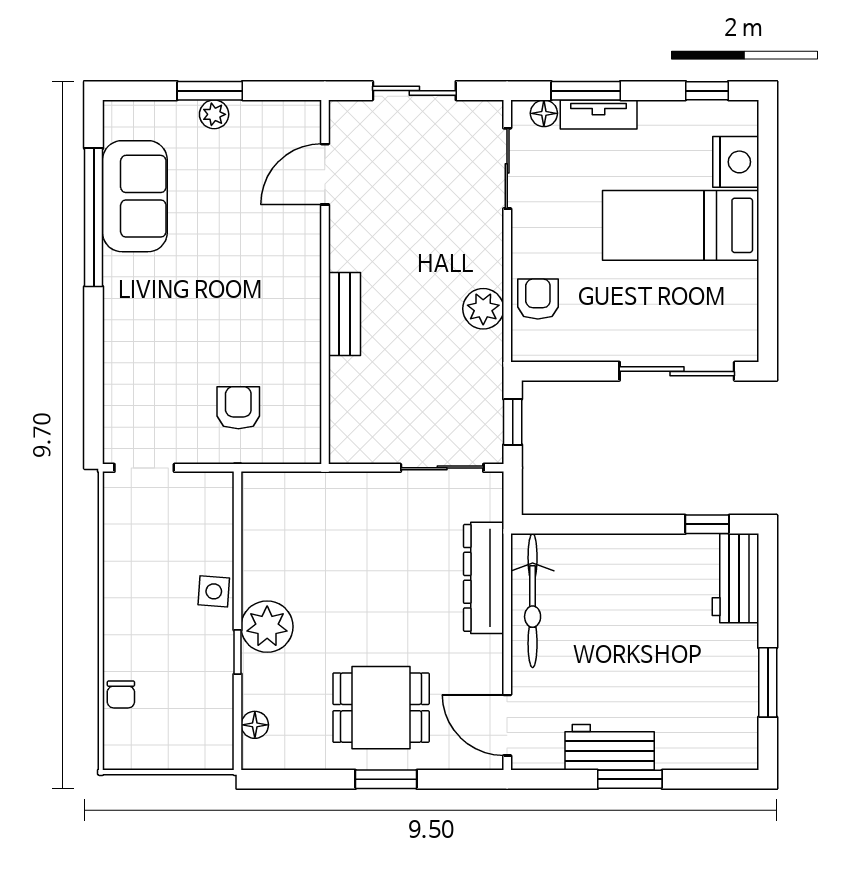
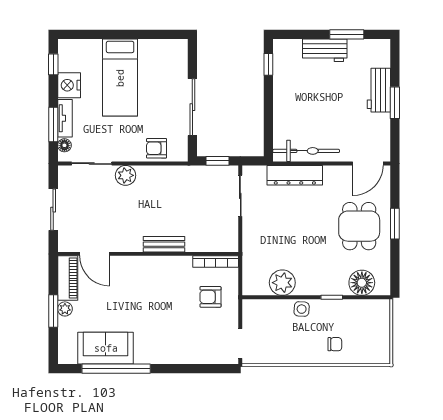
piano: (276, 120) -> (68, 278), added
nightstand: (736, 162) -> (69, 85), moved, turned -90
plant: (483, 309) -> (126, 175), moved
sliding door: (677, 371) -> (192, 107), moved
bookcase: (310, 418) -> (216, 262), added
workbench: (735, 578) -> (325, 50), moved
plant: (267, 627) -> (282, 283), moved
chair: (121, 694) -> (335, 344), moved
floor lamp: (255, 725) -> (362, 283), width x1.89, depth x1.89
workbench: (610, 747) -> (379, 90), moved

